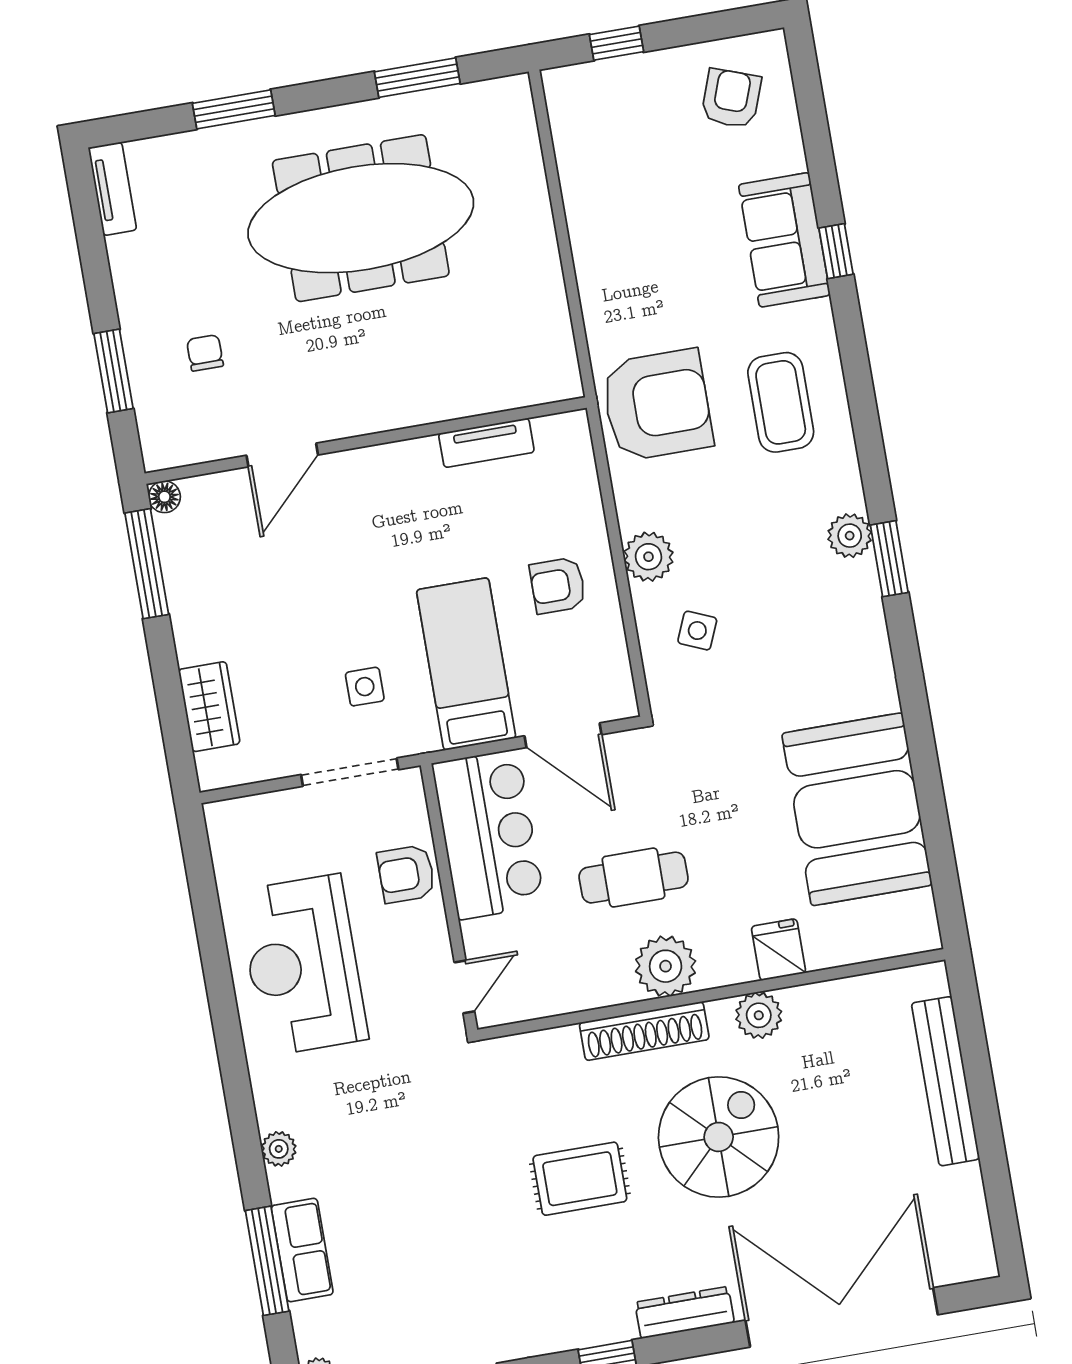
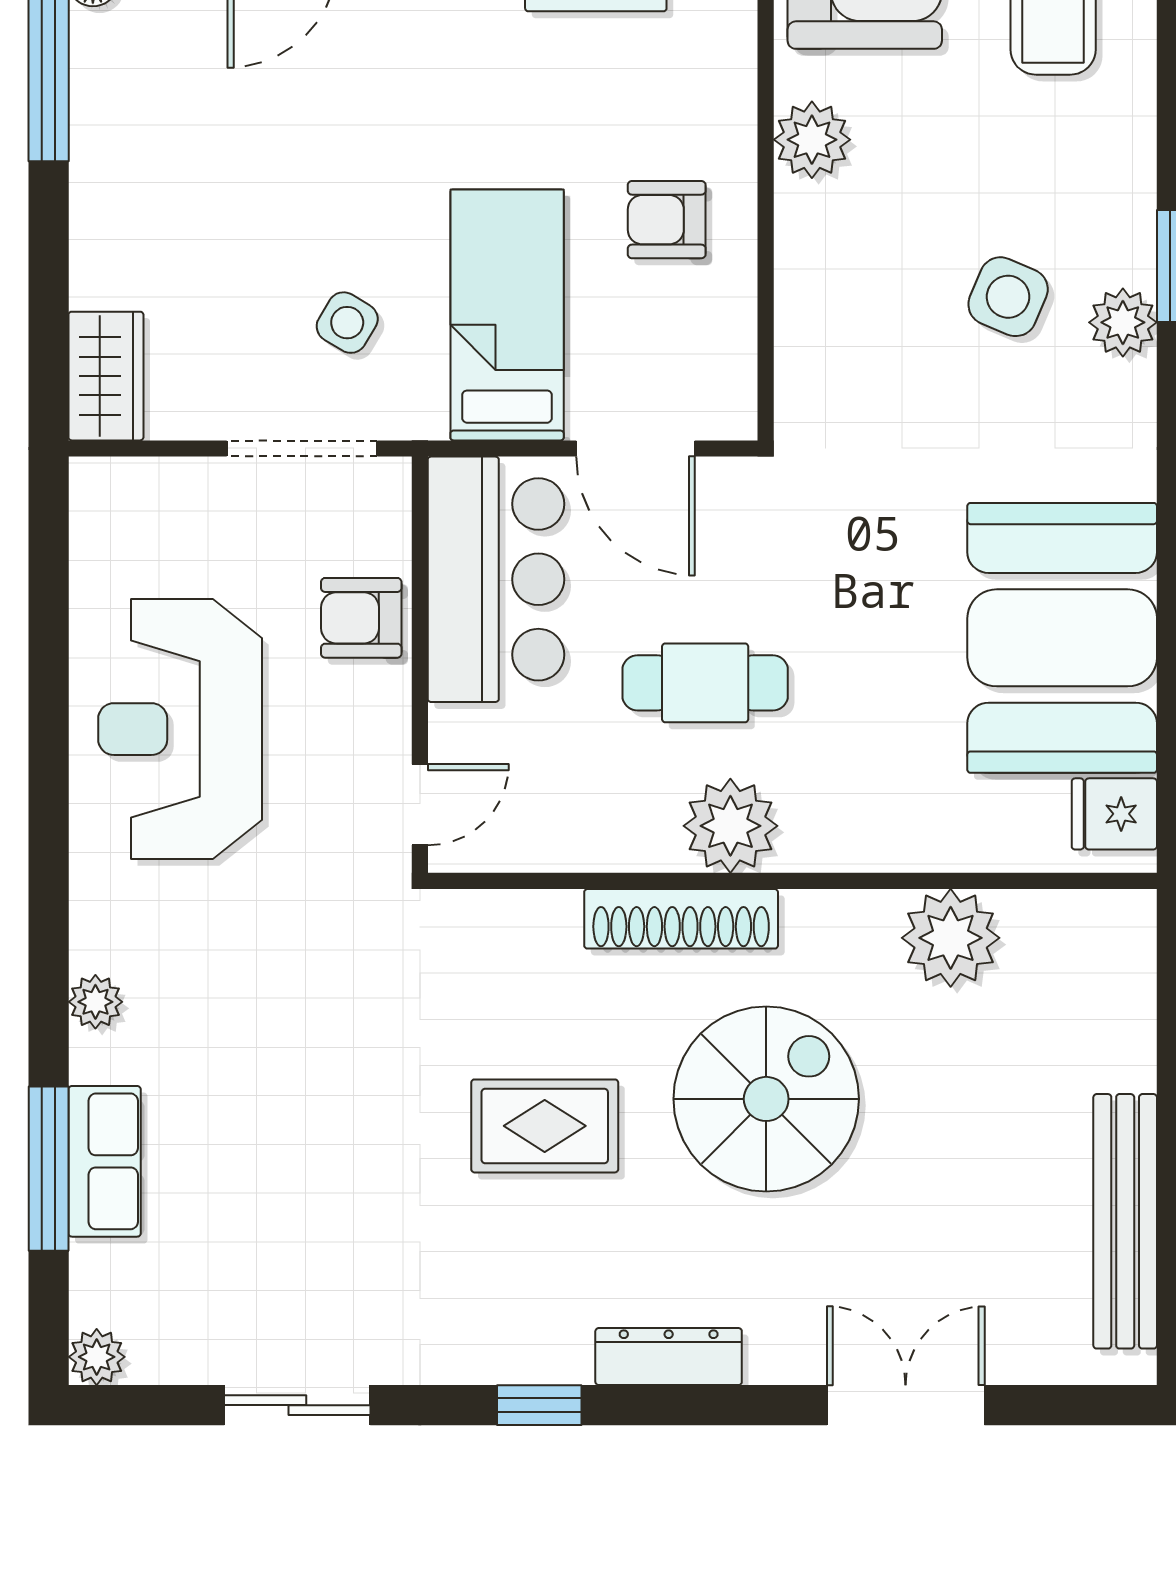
plant: (850, 536) -> (1123, 322), moved
plant: (649, 557) -> (812, 140), moved
side table: (697, 631) -> (1008, 297), moved, width x1.37, depth x1.37
side table: (365, 687) -> (347, 323), turned 31
wardrobe: (209, 707) -> (106, 376), moved
fridge: (779, 950) -> (1114, 814), moved, turned -90
plant: (759, 1015) -> (951, 938), moved, width x1.36, depth x1.36
bench: (945, 1081) -> (1125, 1221), moved
double door: (842, 1317) -> (906, 1405), width x0.54

